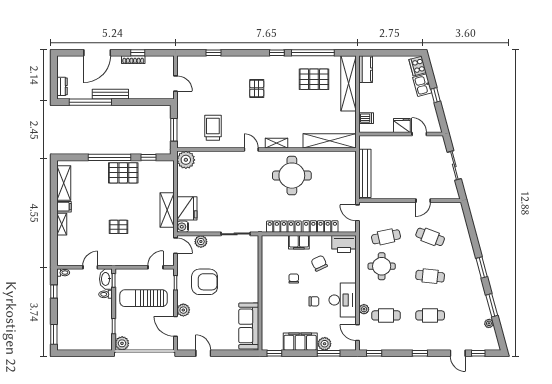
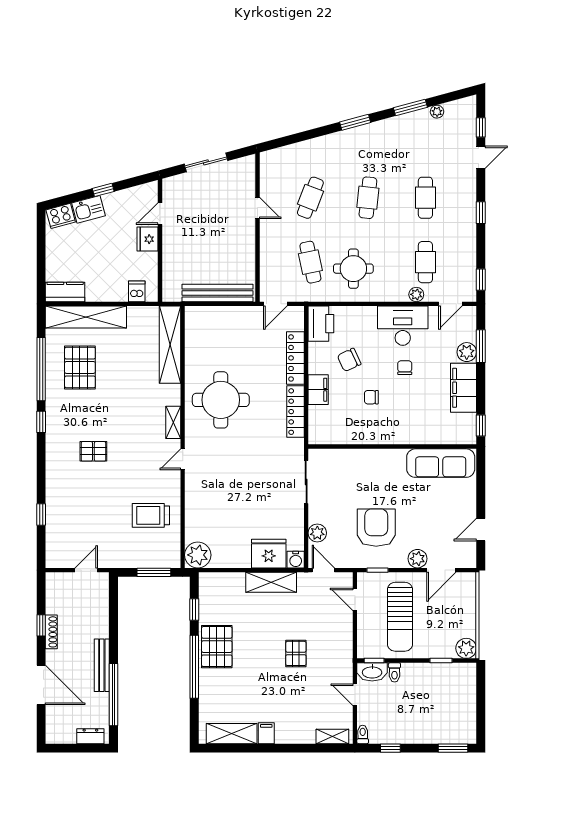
shelving: (62, 224) -> (332, 736), moved
door: (175, 246) -> (323, 570), hinge flipped

